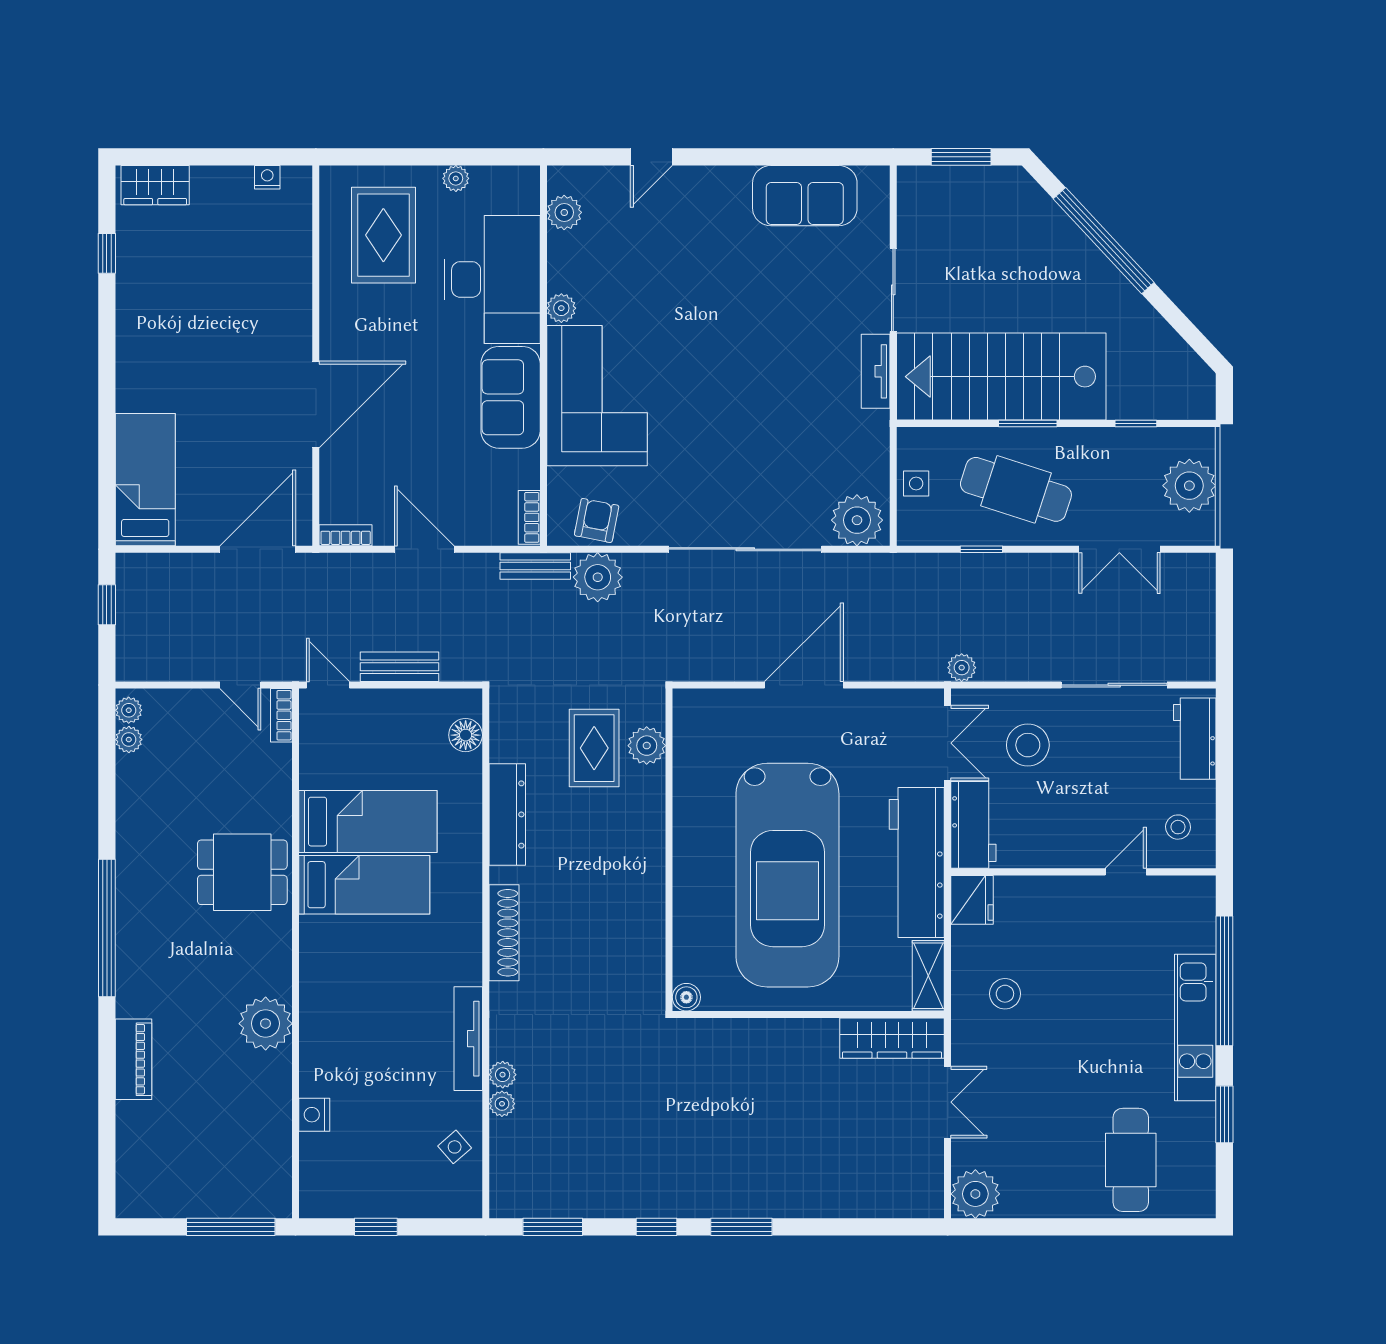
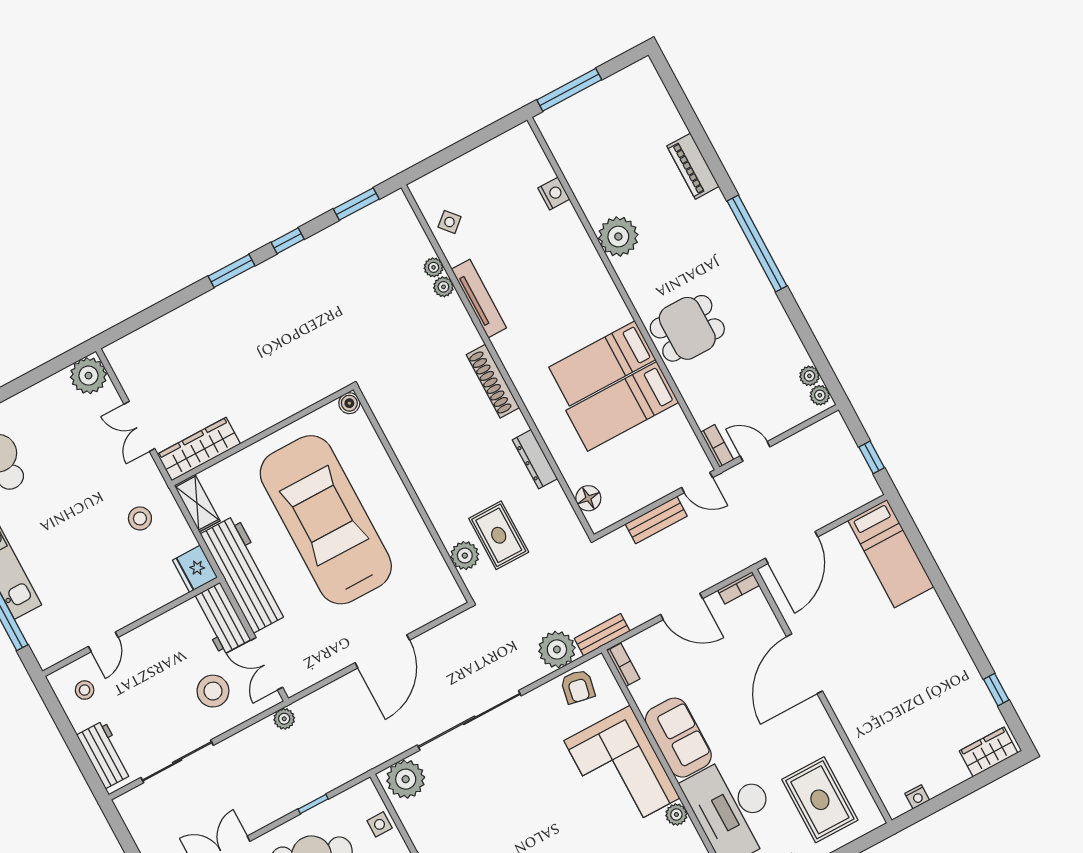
dresser: (507, 814) -> (535, 459), width x0.73, depth x0.80
window: (376, 1227) -> (473, 141), removed

